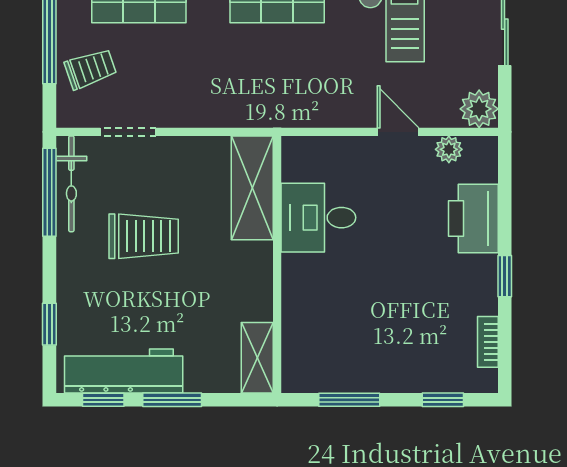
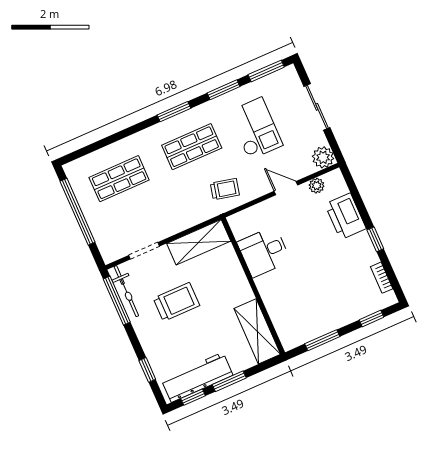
trolley: (90, 69) -> (225, 189), moved, turned 32
shelving: (252, 188) -> (199, 242), moved, turned 90
shelving: (257, 358) -> (257, 331), width x1.50, depth x1.33

